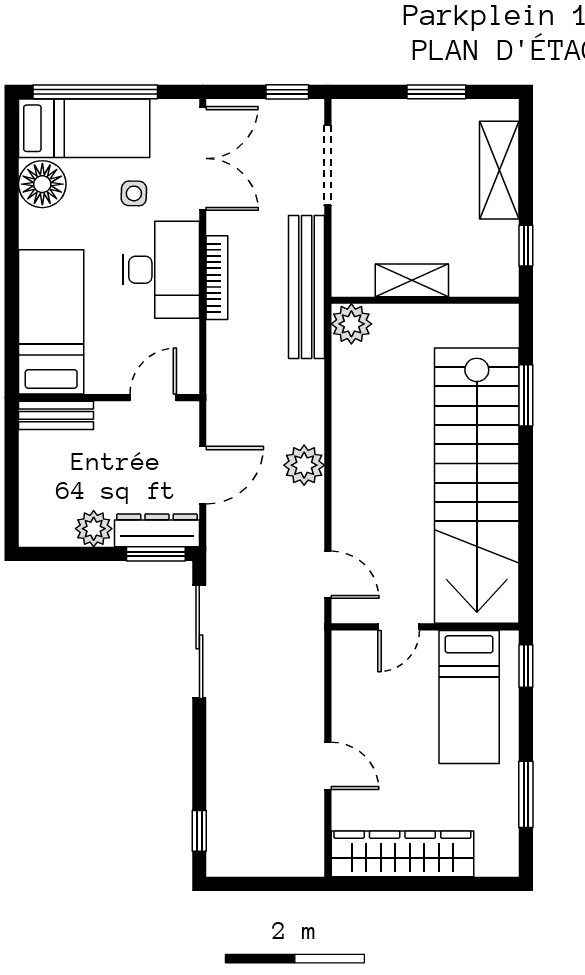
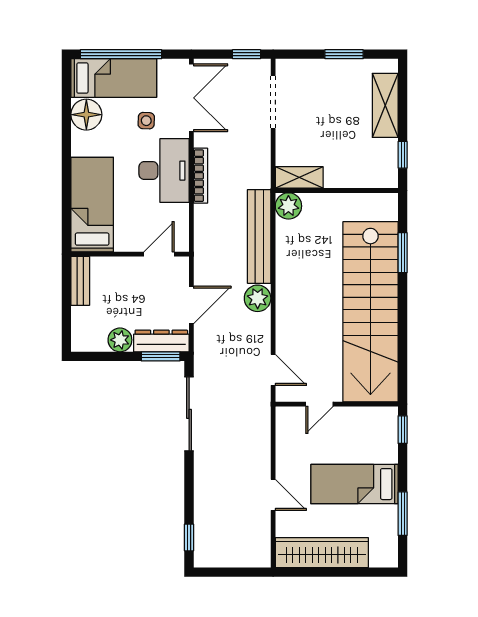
shelving: (412, 280) -> (299, 177), moved
bench: (307, 287) -> (259, 236), moved
bench: (56, 415) -> (80, 281), moved, turned 90
bed: (469, 697) -> (354, 484), moved, turned 90

